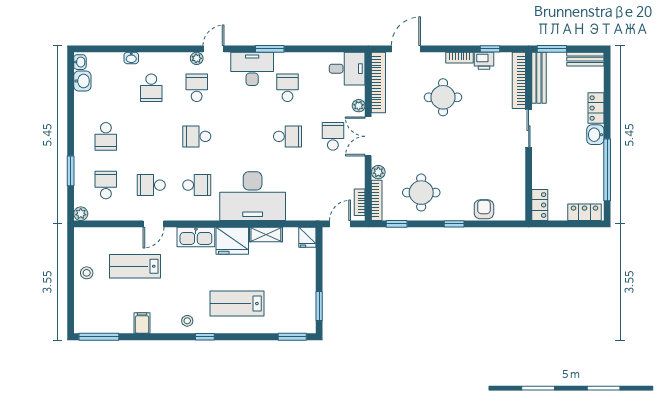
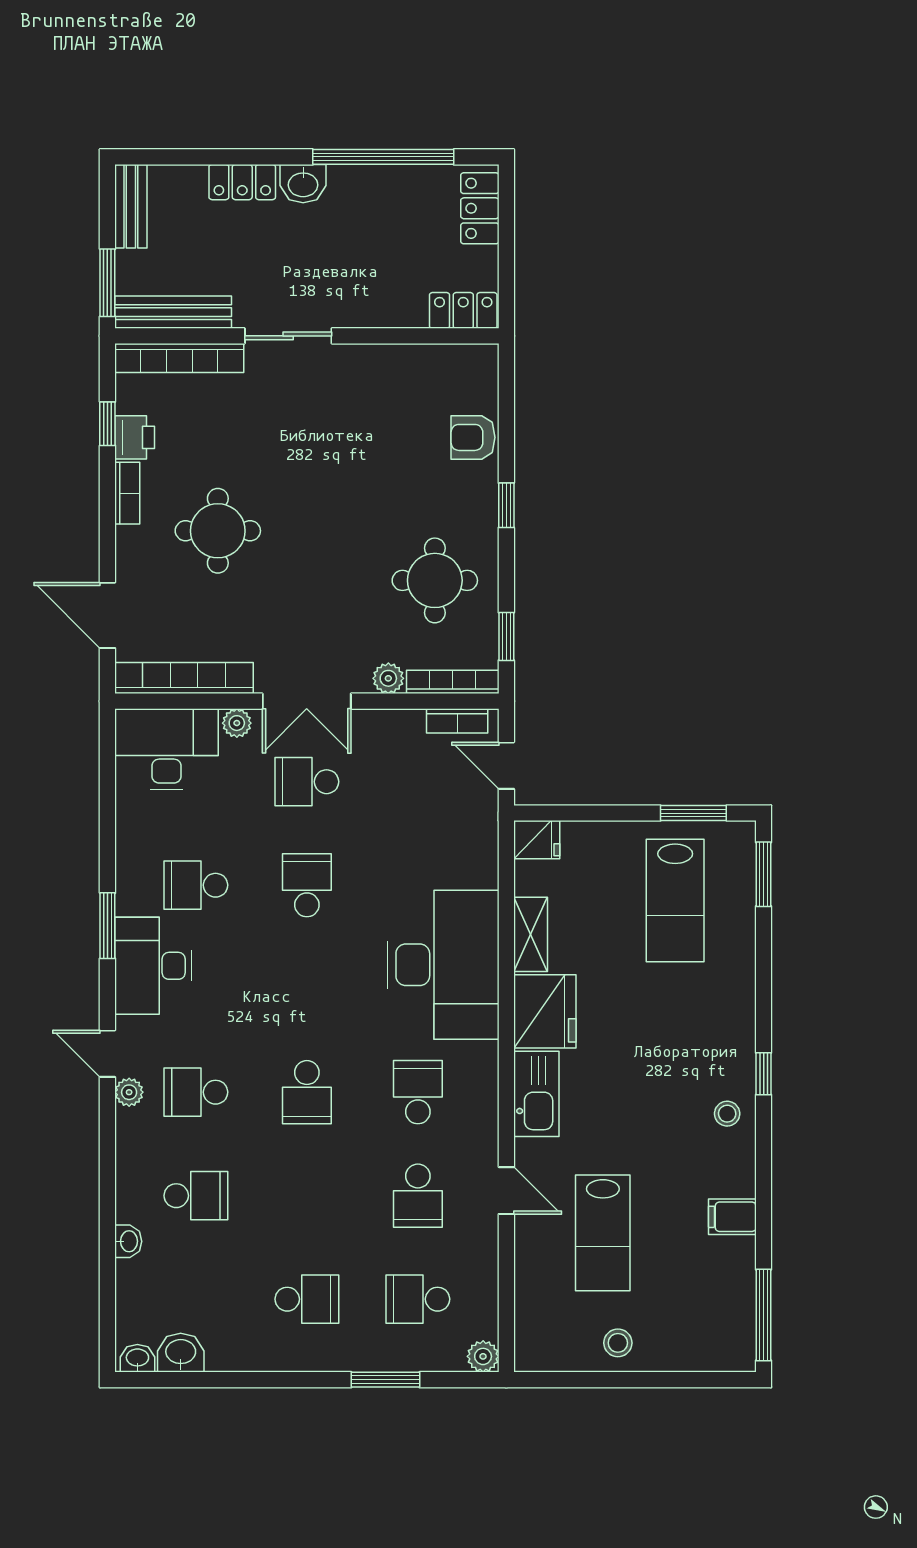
desk: (347, 69) -> (166, 749), width x1.37
lab bench: (237, 304) -> (675, 900), moved

